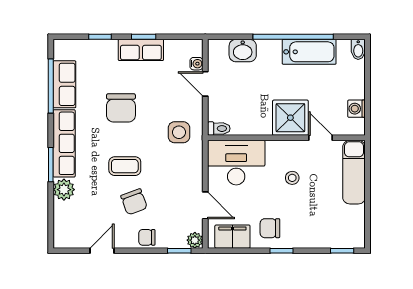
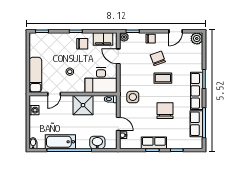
shower: (290, 118) -> (83, 105), moved
door: (320, 138) -> (54, 94), hinge flipped
plant: (64, 190) -> (197, 39), moved

